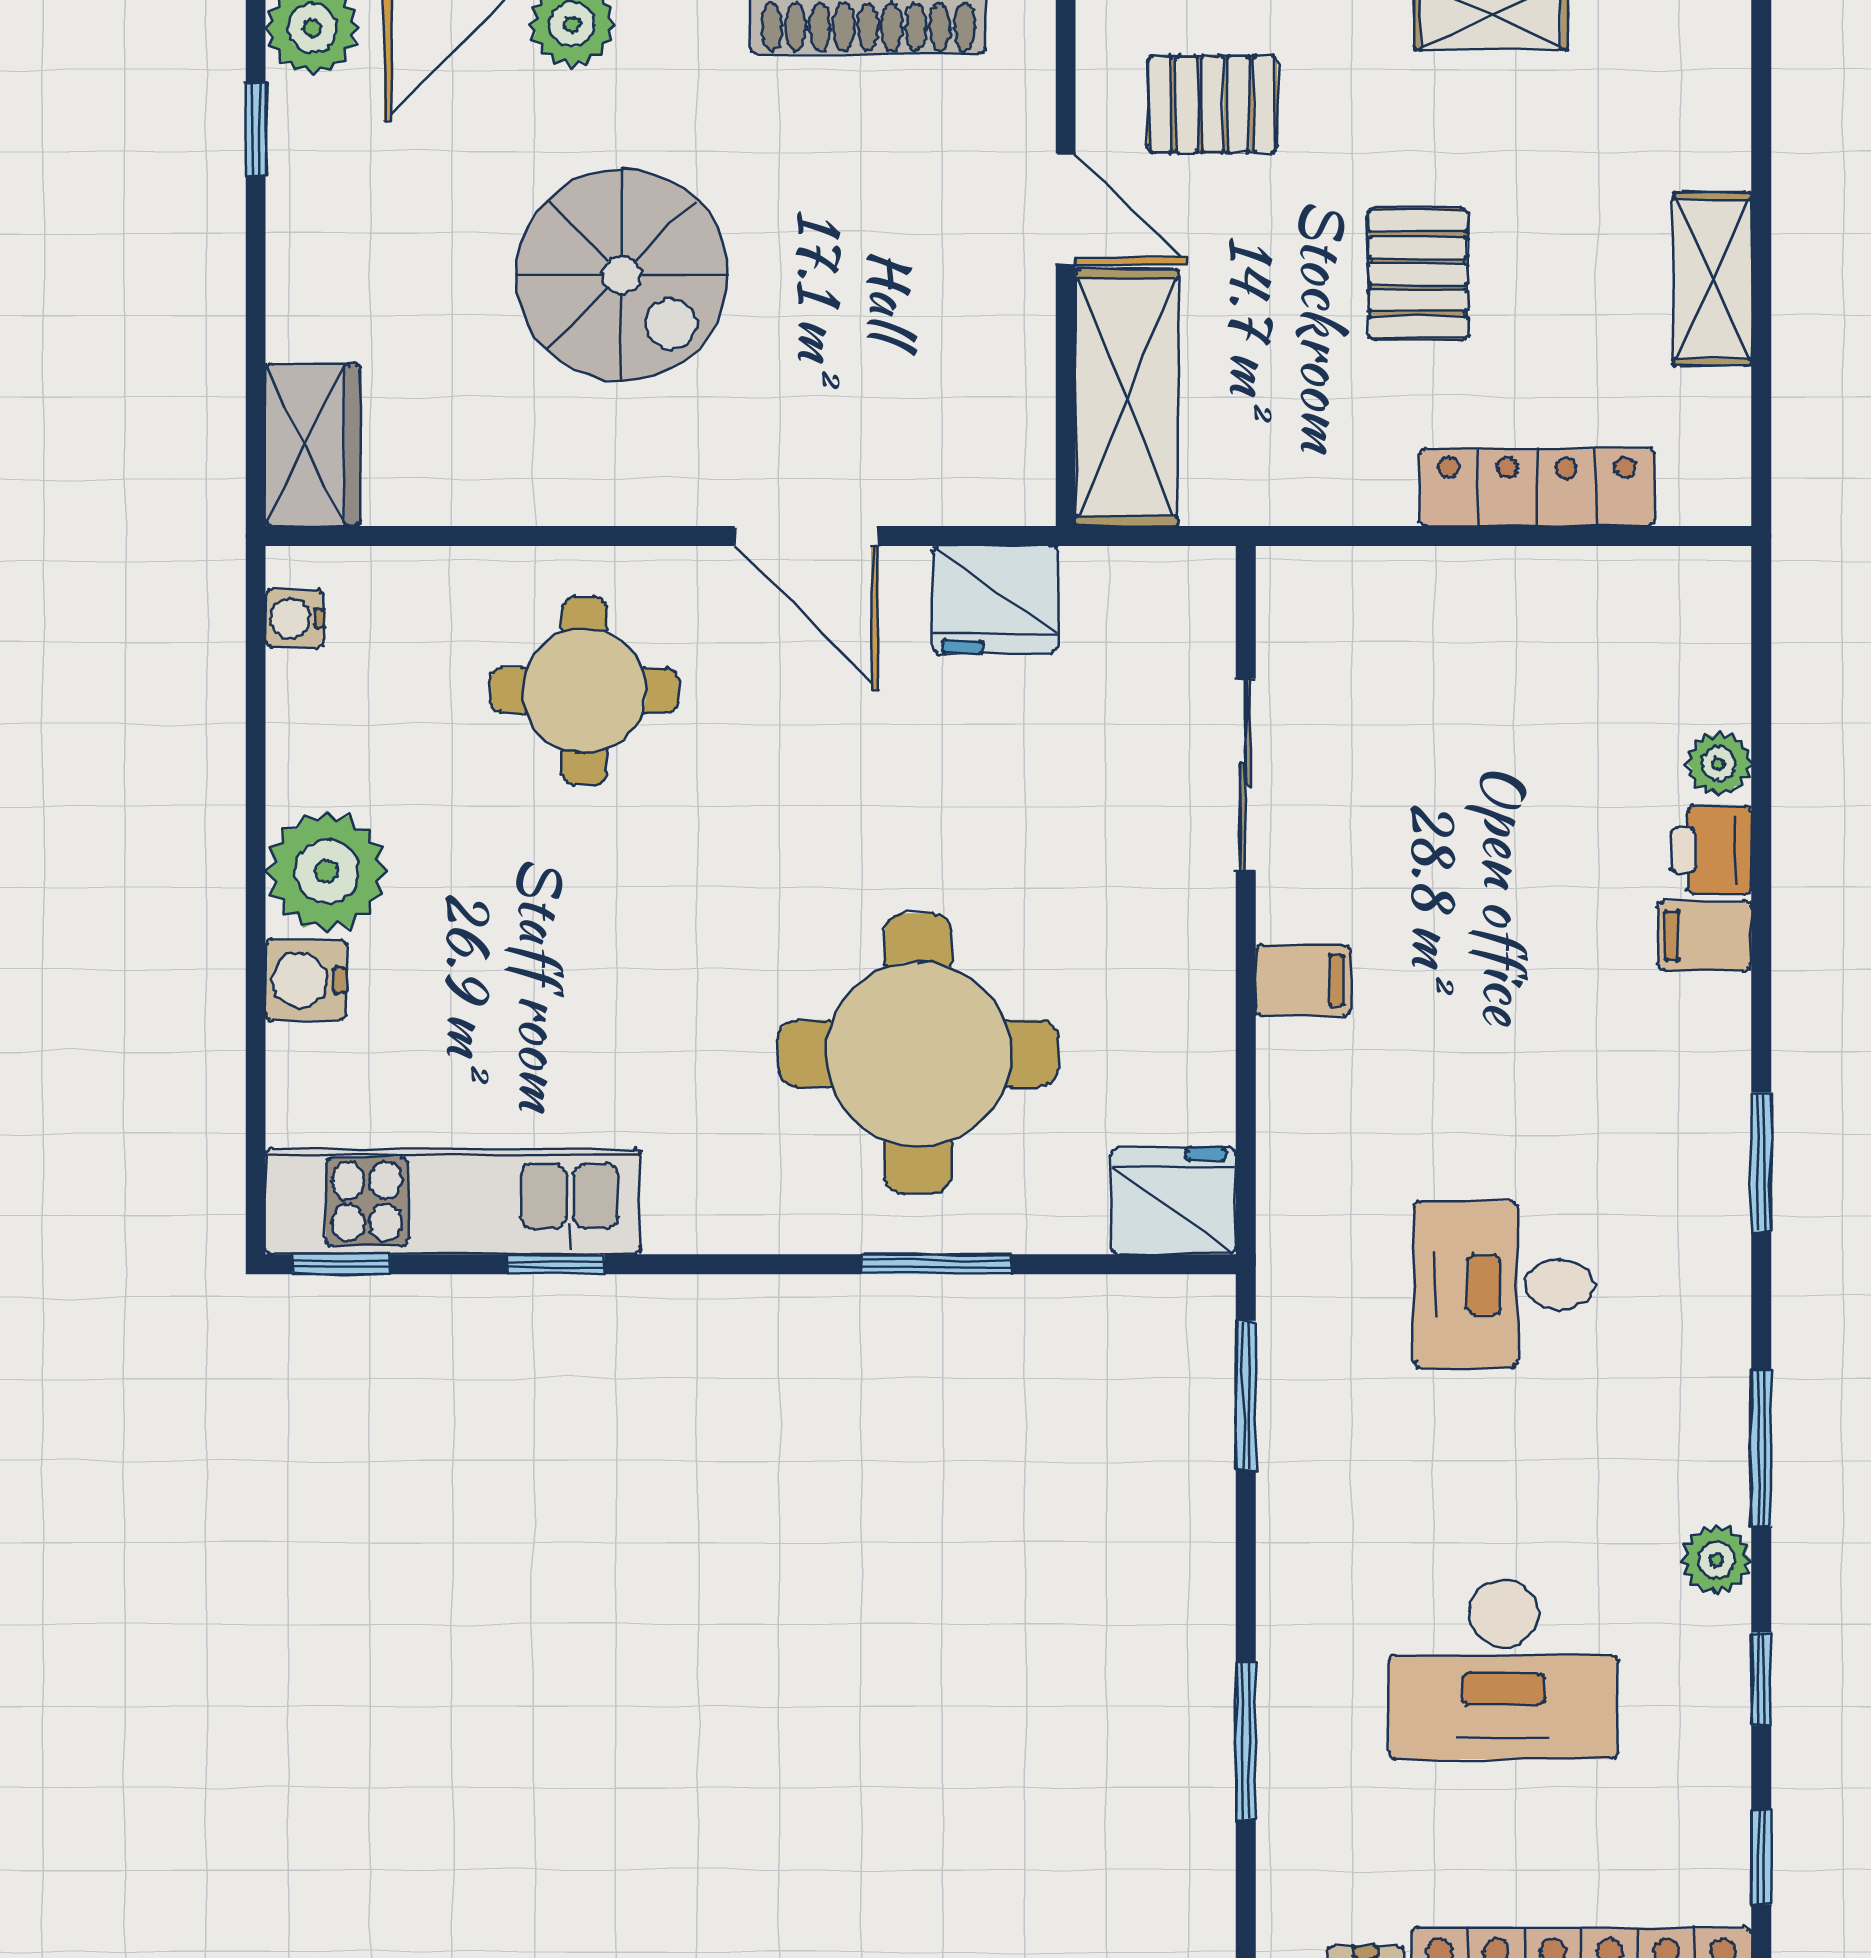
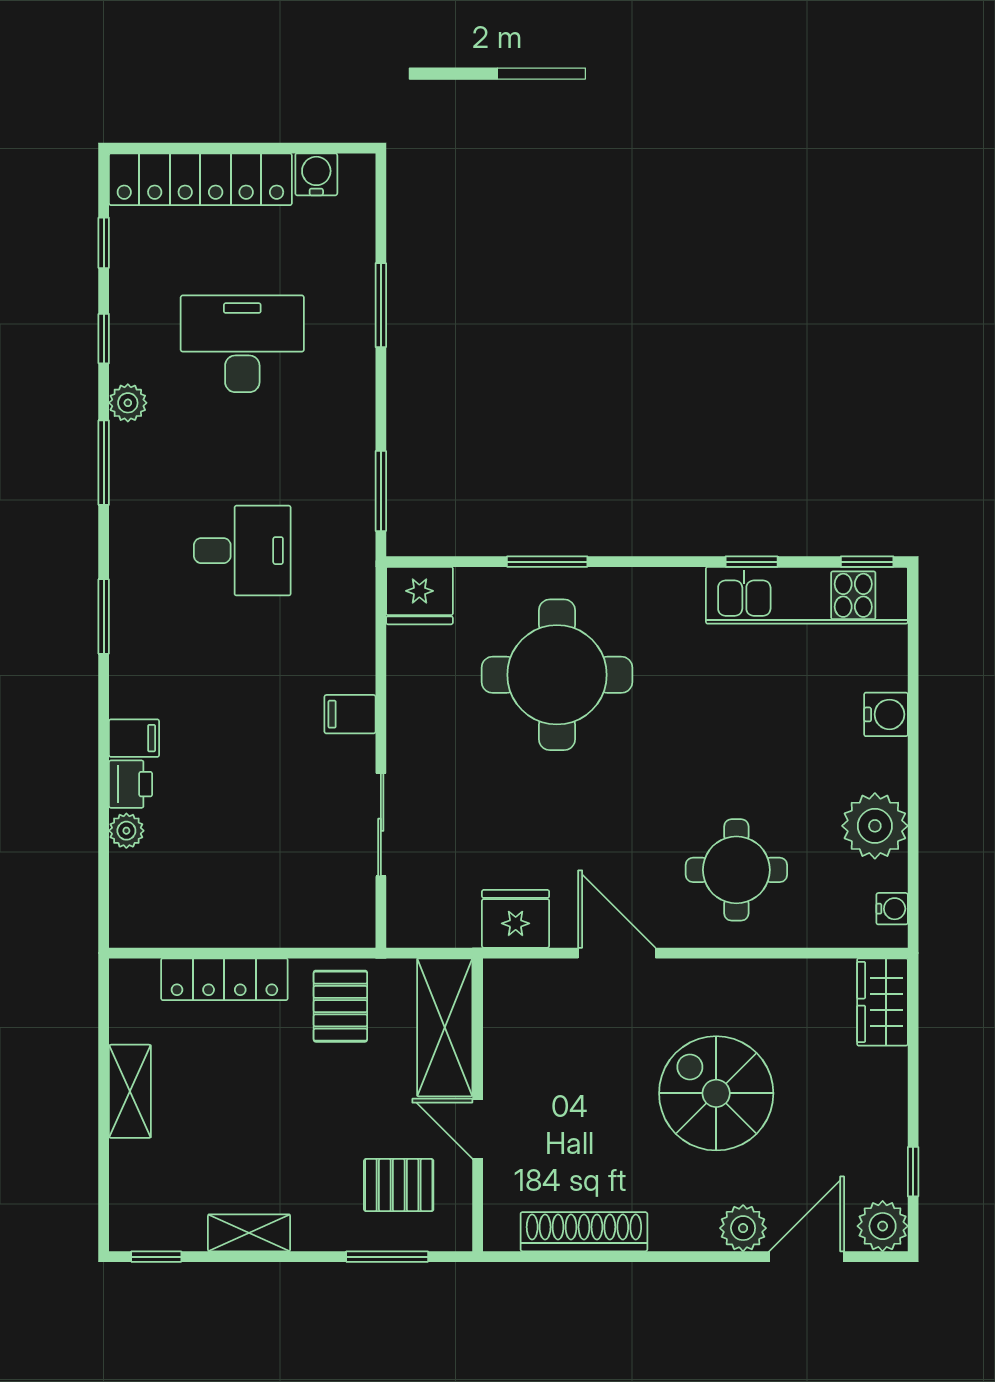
pallet: (1418, 274) -> (340, 1006), moved
plant: (327, 872) -> (875, 826), moved

